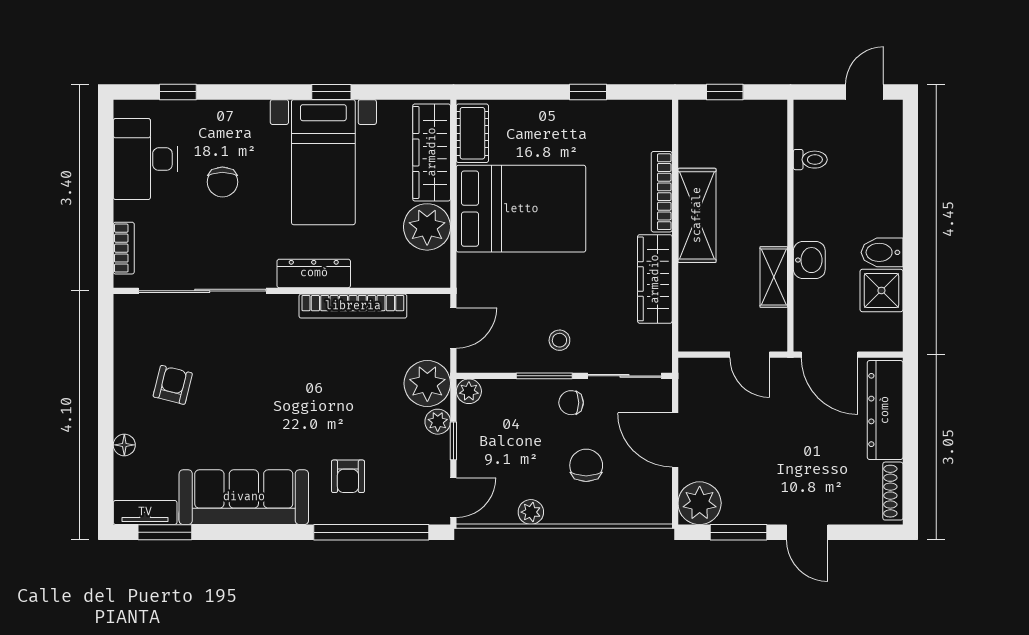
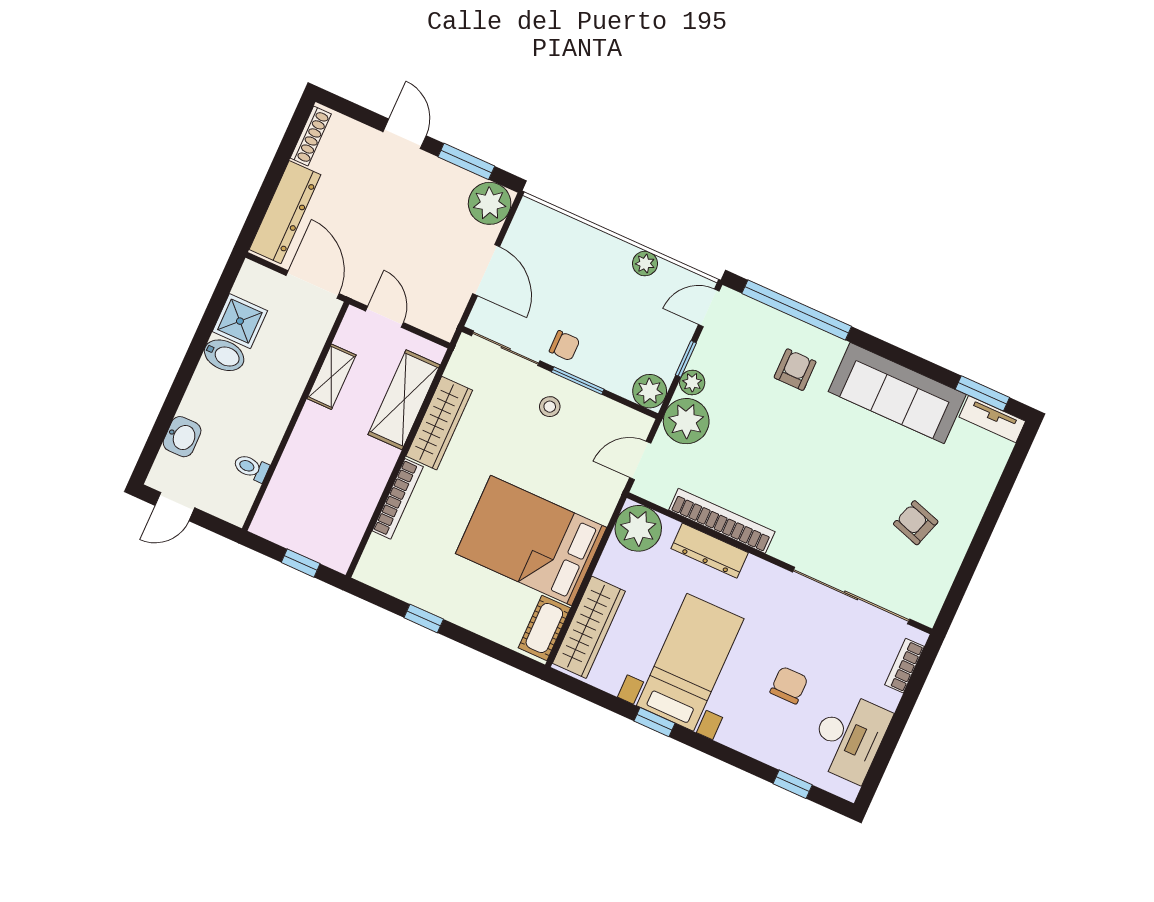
shelving: (697, 215) -> (404, 400), moved
plant: (427, 227) -> (638, 528), moved
washbasin: (809, 260) -> (182, 437), moved, turned 180
dresser: (314, 273) -> (710, 551), moved
armchair: (173, 385) -> (916, 523), turned 94
plant: (469, 391) -> (650, 391), width x1.38, depth x1.38
floor lamp: (124, 445) -> (984, 488), removed
chair: (586, 465) -> (576, 283), removed

